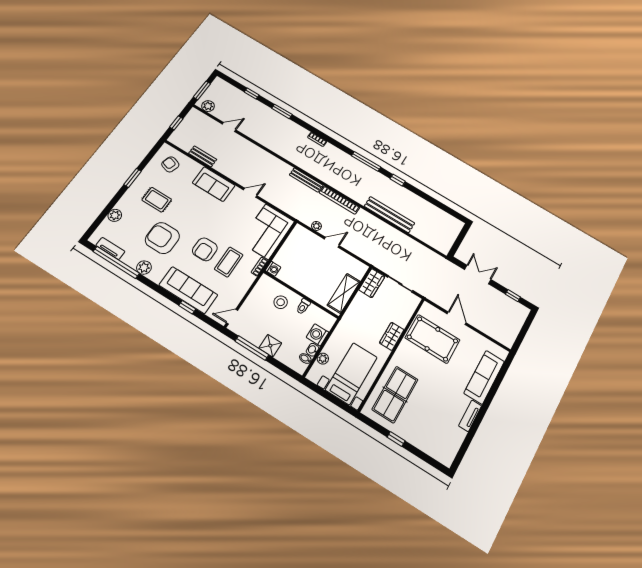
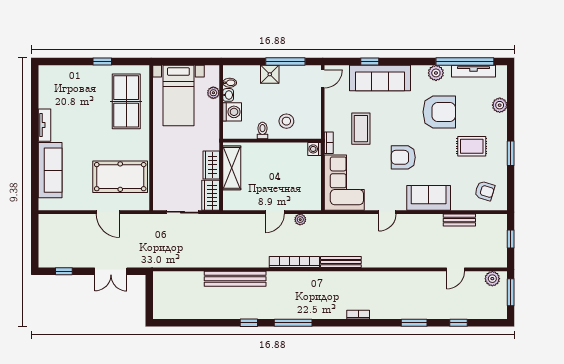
tv unit: (110, 248) -> (473, 71), width x1.41
armchair: (205, 249) -> (403, 157), moved, turned -90
wardrobe: (392, 336) -> (211, 165), moved, turned 180

